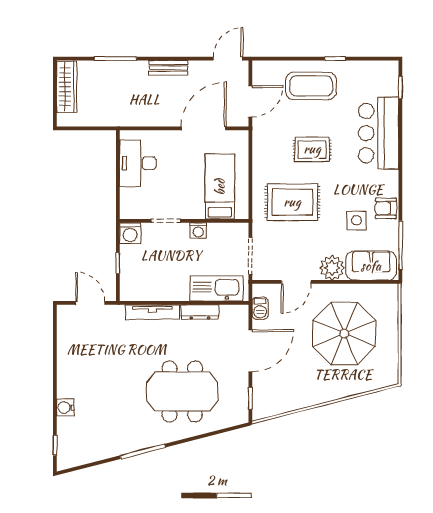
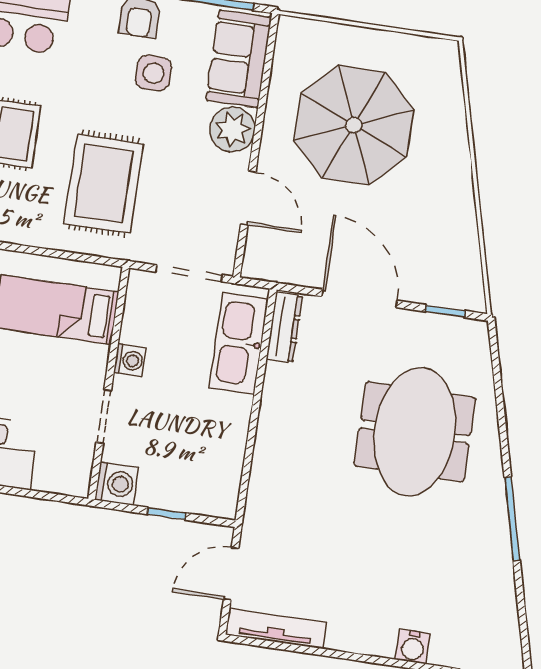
barbecue: (260, 308) -> (286, 270), removed
tv unit: (152, 312) -> (276, 629), moved, turned -90
dresser: (200, 312) -> (284, 327), moved

